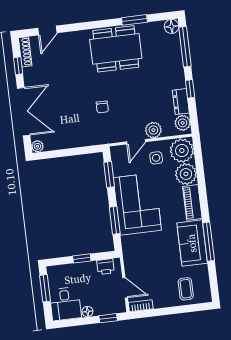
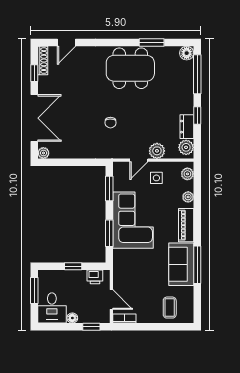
plant: (182, 151) -> (187, 174), width x0.53, depth x0.53
plant: (186, 174) -> (188, 197), width x0.53, depth x0.53

